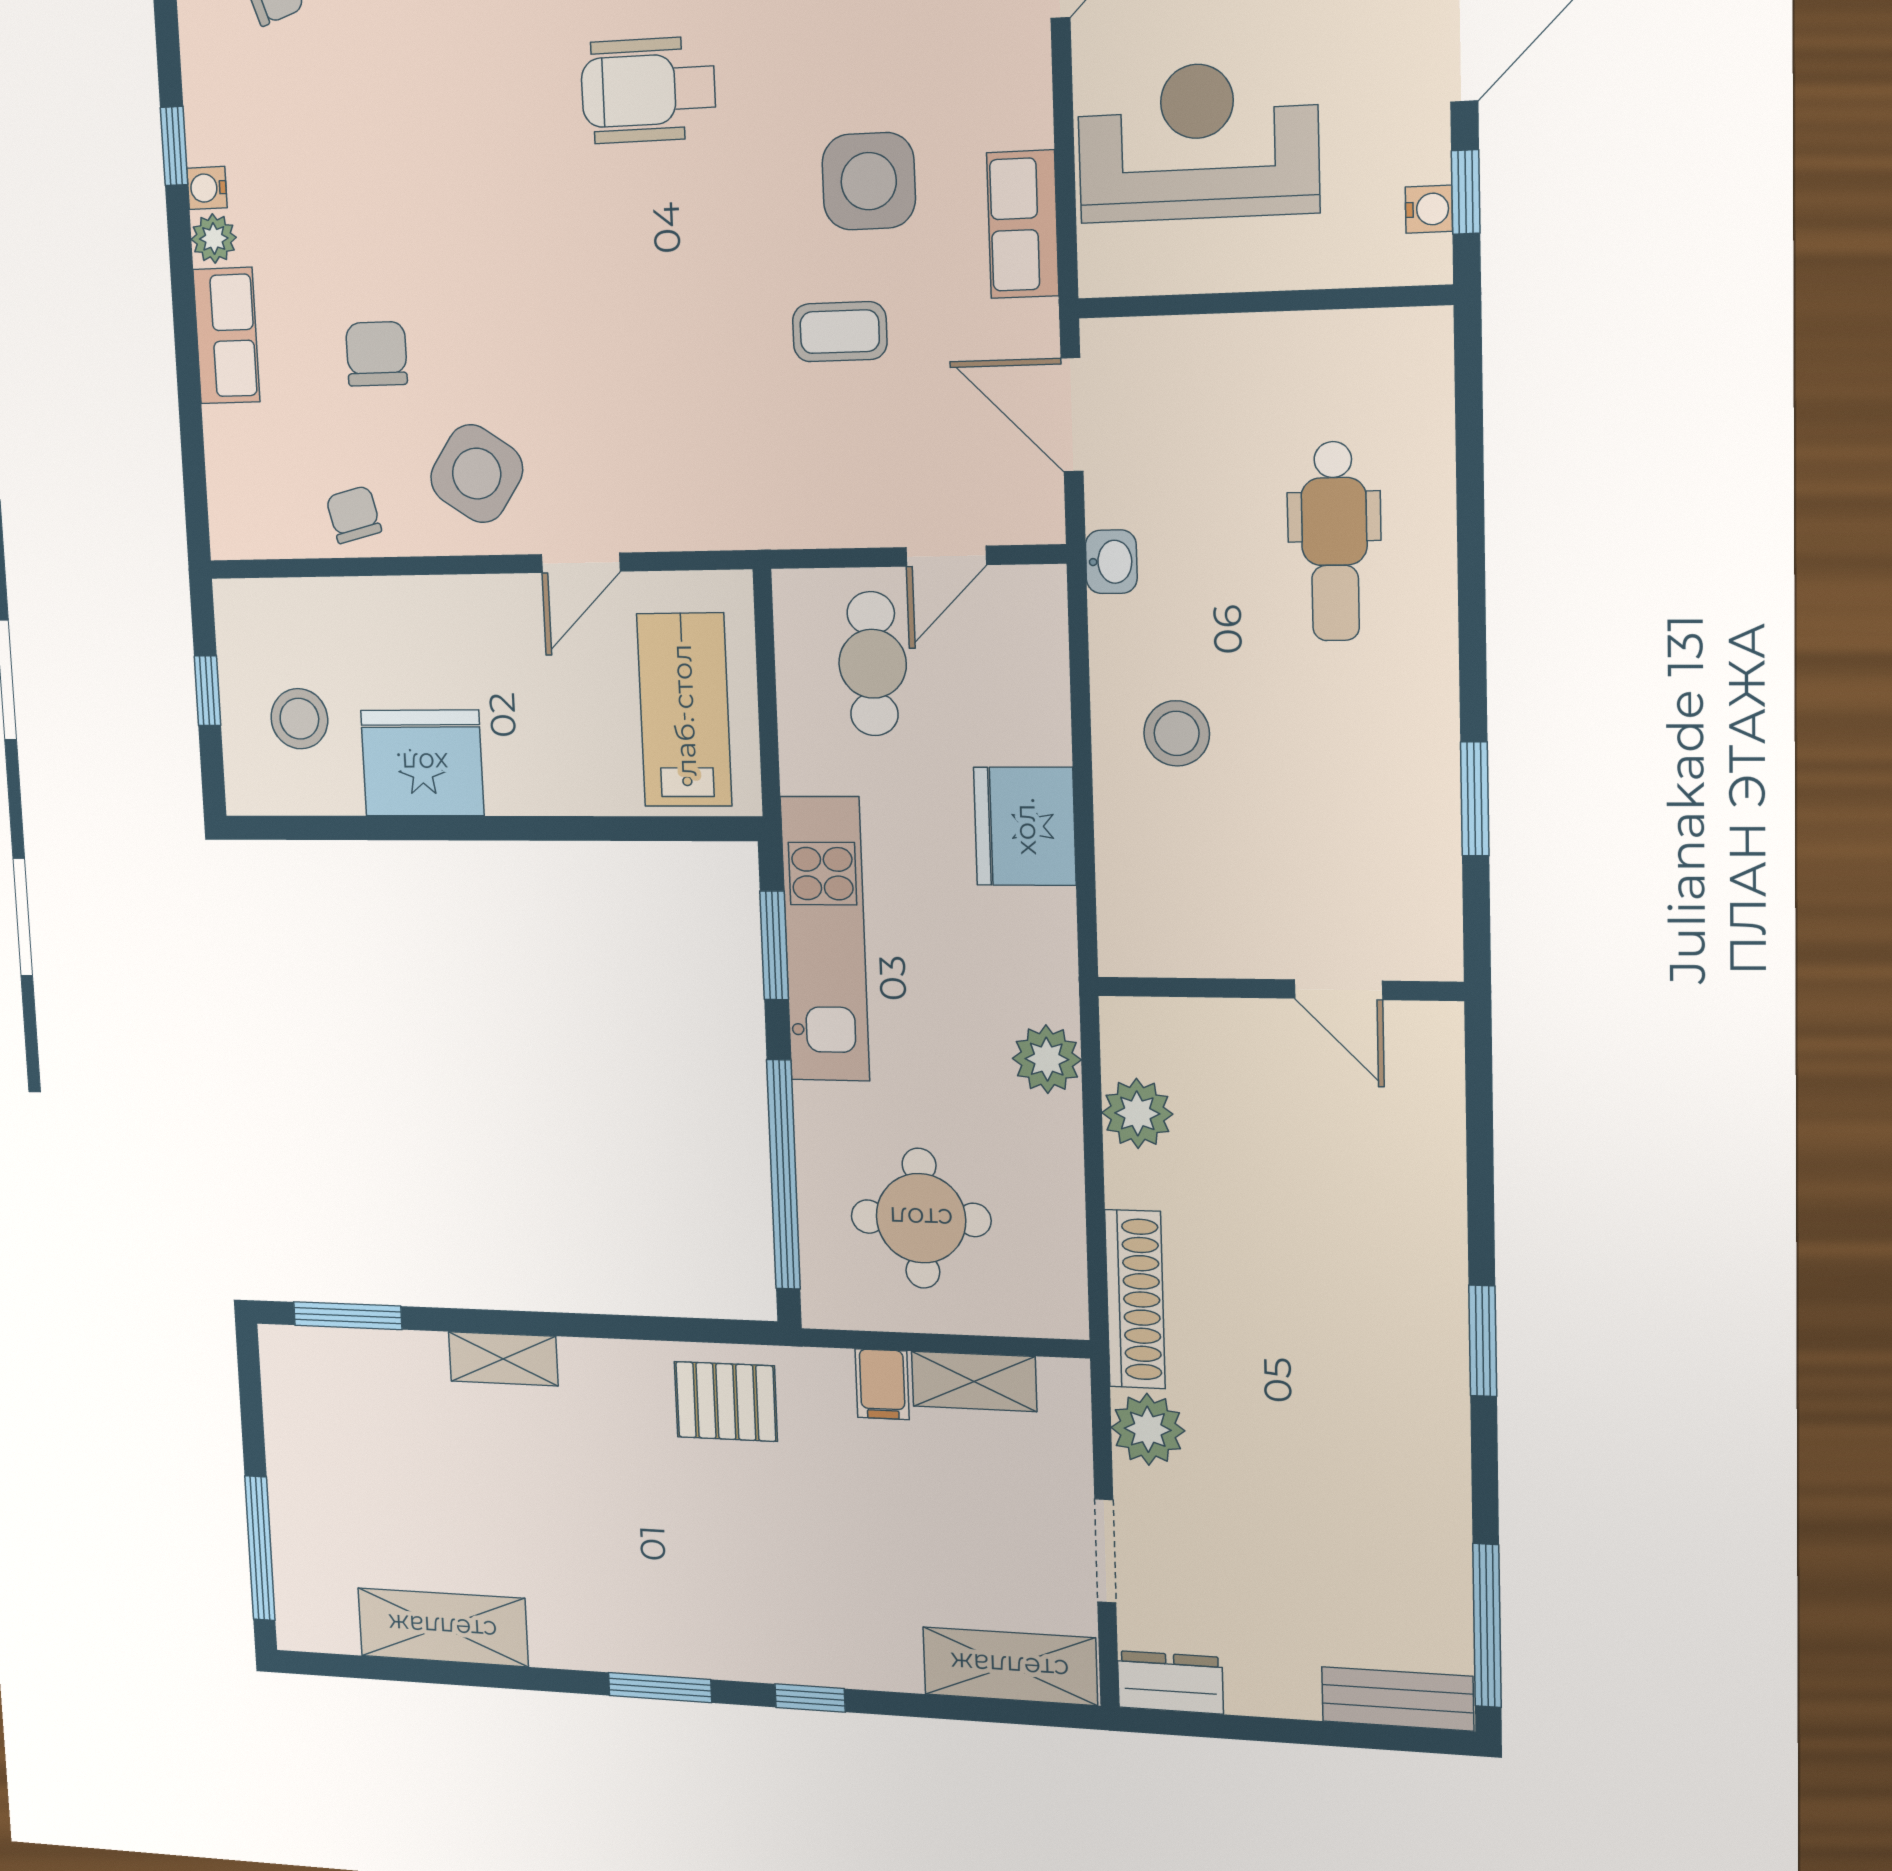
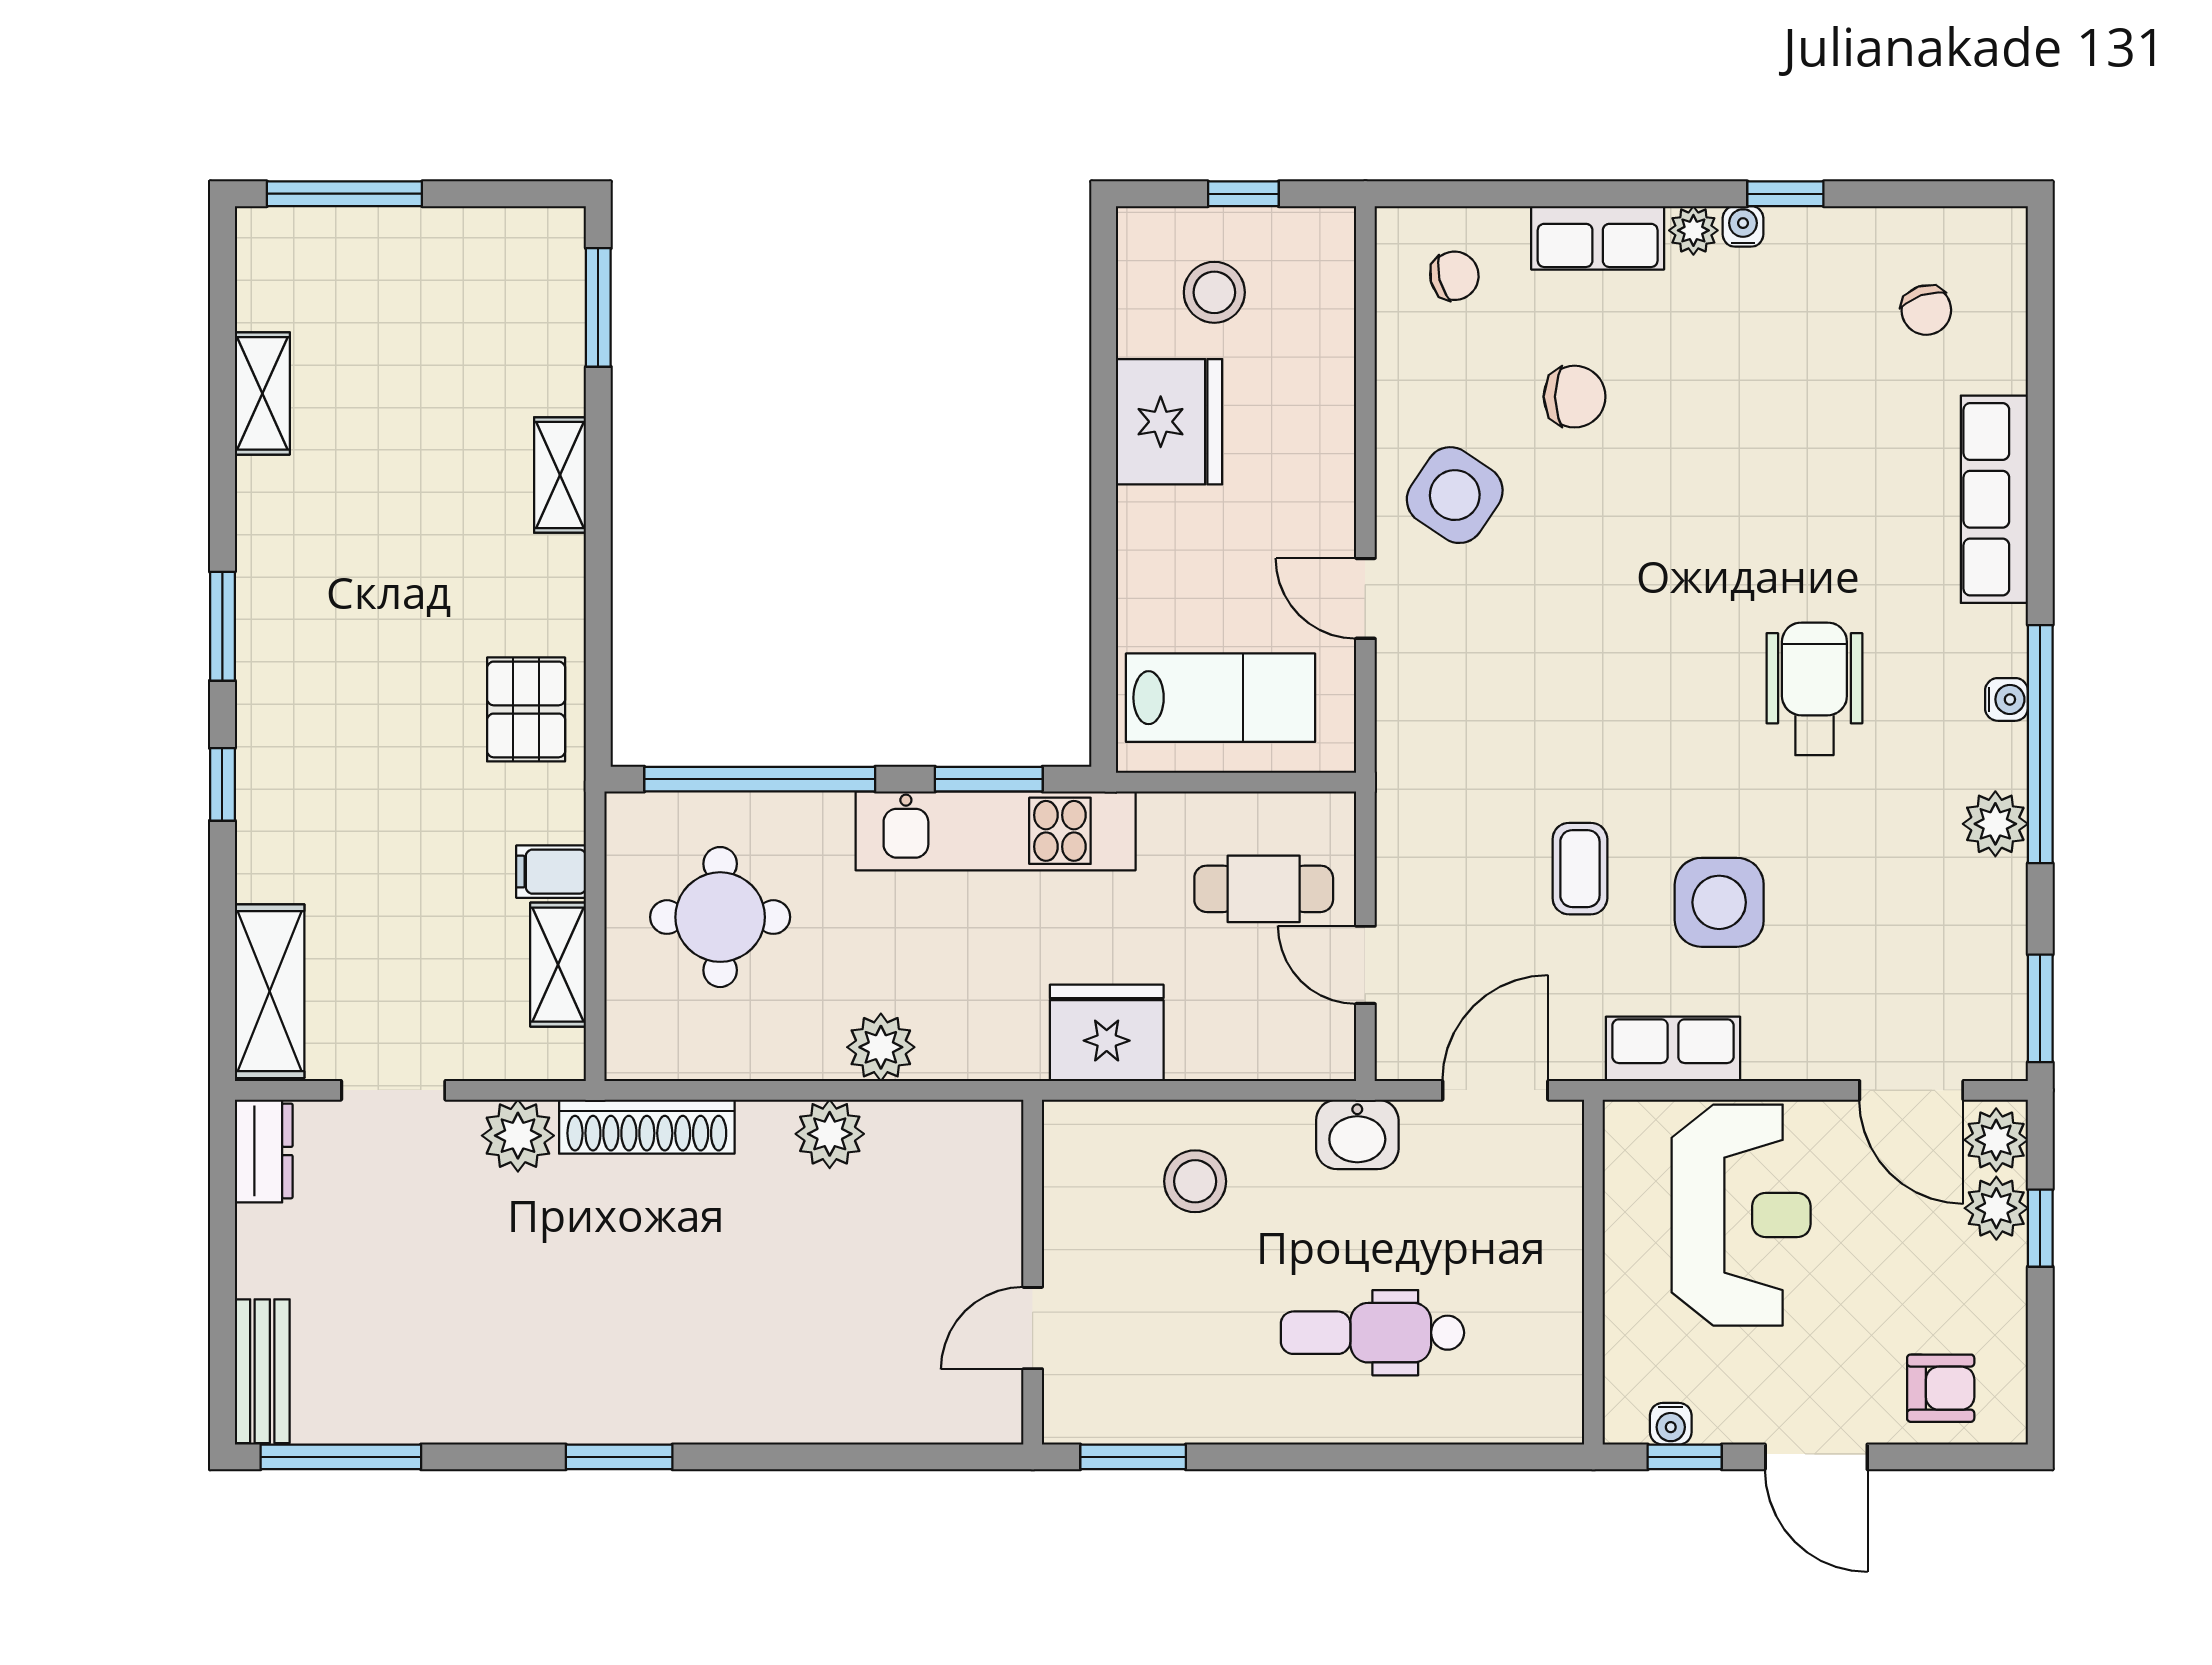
chair: (354, 515) -> (1454, 276), moved
washbasin: (1111, 562) -> (1357, 1134), width x1.38, depth x1.45
wall: (1279, 989) -> (1033, 1272), moved
door: (1338, 990) -> (1033, 1328), moved
shelving: (443, 1627) -> (262, 393), width x0.67, depth x0.75

